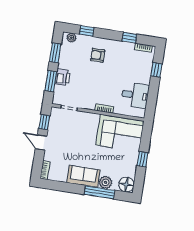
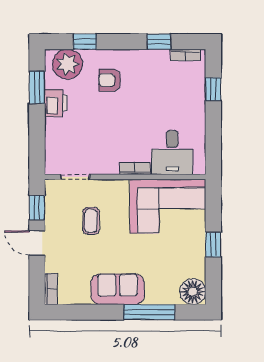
plant: (71, 38) -> (67, 64), width x1.88, depth x1.88
printer: (63, 77) -> (56, 103), moved
window: (51, 81) -> (37, 136), removed
desk: (135, 95) -> (172, 153), moved, turned 90
coffee table: (74, 135) -> (91, 221), added
plant: (105, 182) -> (157, 294), removed

